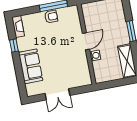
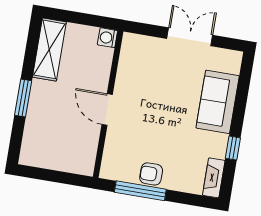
door: (86, 41) -> (107, 110), hinge flipped
washing machine: (95, 56) -> (107, 38), moved

